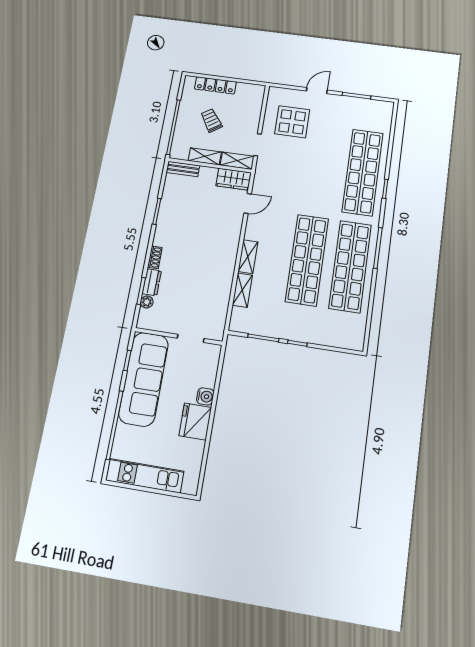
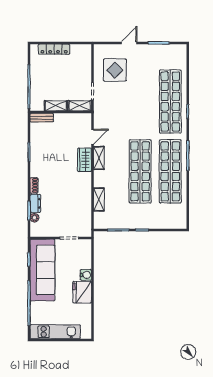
trolley: (211, 120) -> (56, 77), removed
wardrobe: (234, 179) -> (84, 160), moved, turned 90
shelving: (248, 257) -> (99, 158), moved

